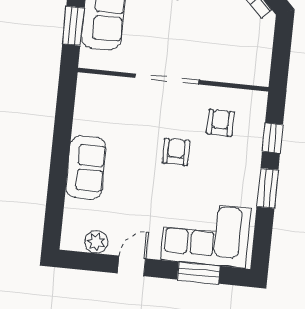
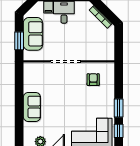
window: (273, 138) -> (119, 131), moved
armchair: (176, 152) -> (74, 95), removed

